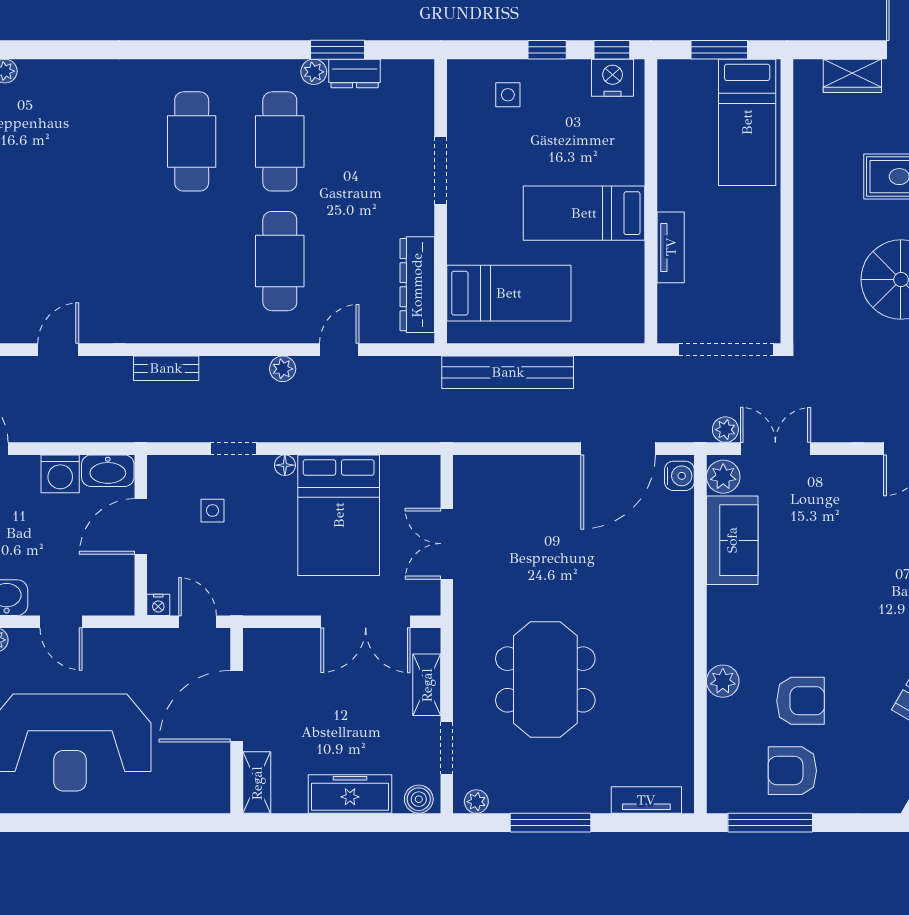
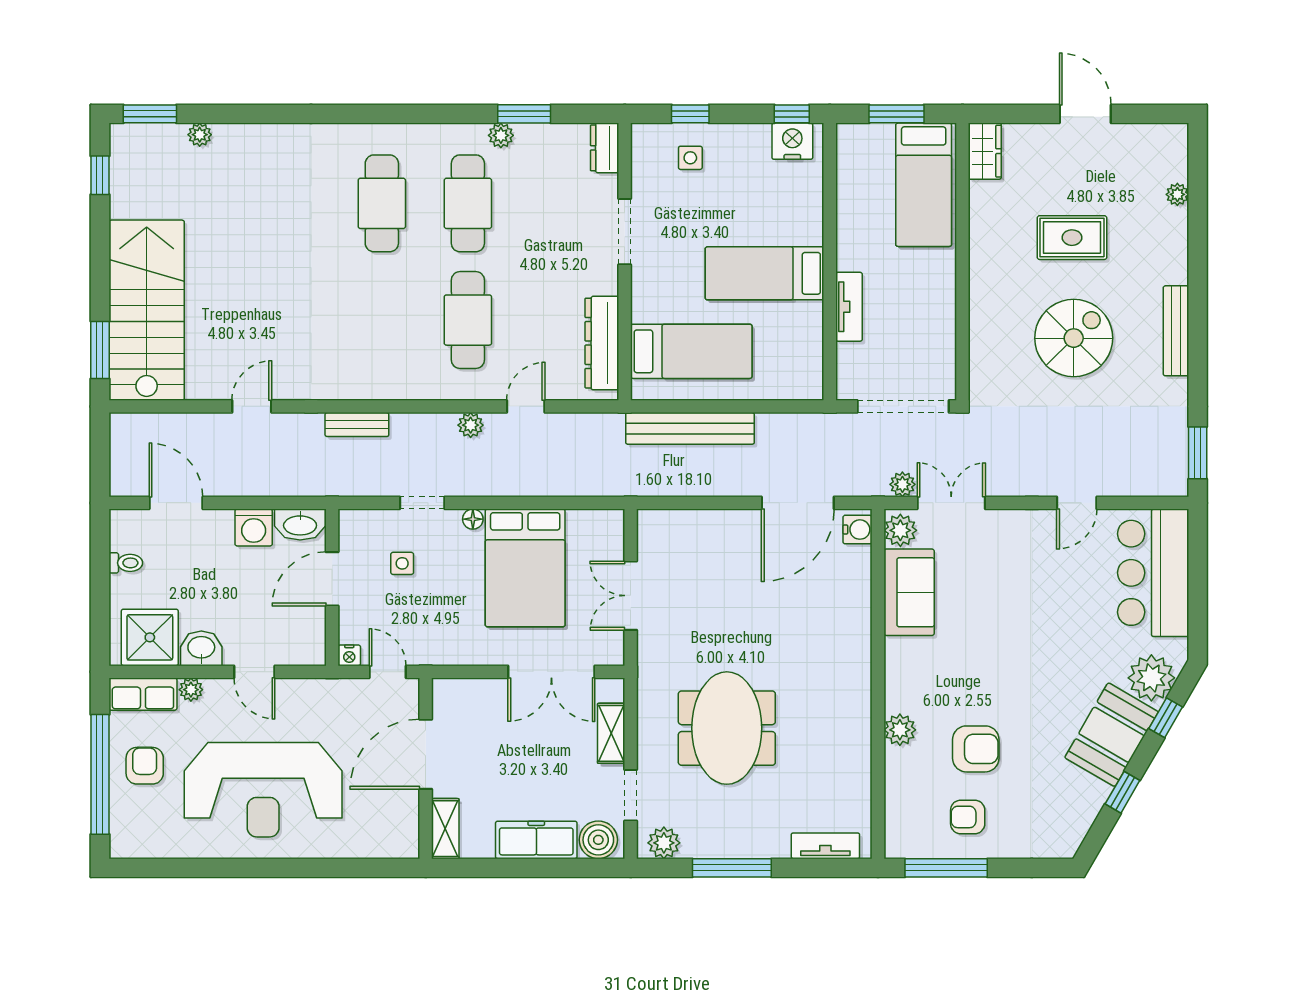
window: (547, 50) -> (690, 114), moved
dresser: (355, 73) -> (605, 148), moved, turned 90
wardrobe: (852, 76) -> (985, 151), moved, turned -90
armchair: (792, 771) -> (968, 817), width x0.72, depth x0.72
boiler: (419, 799) -> (598, 840), width x1.36, depth x1.36
plant: (476, 802) -> (664, 843), width x1.38, depth x1.38

